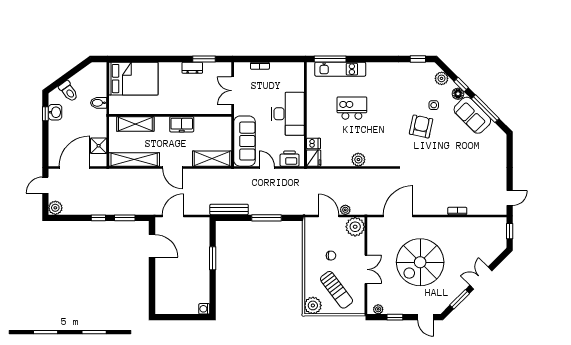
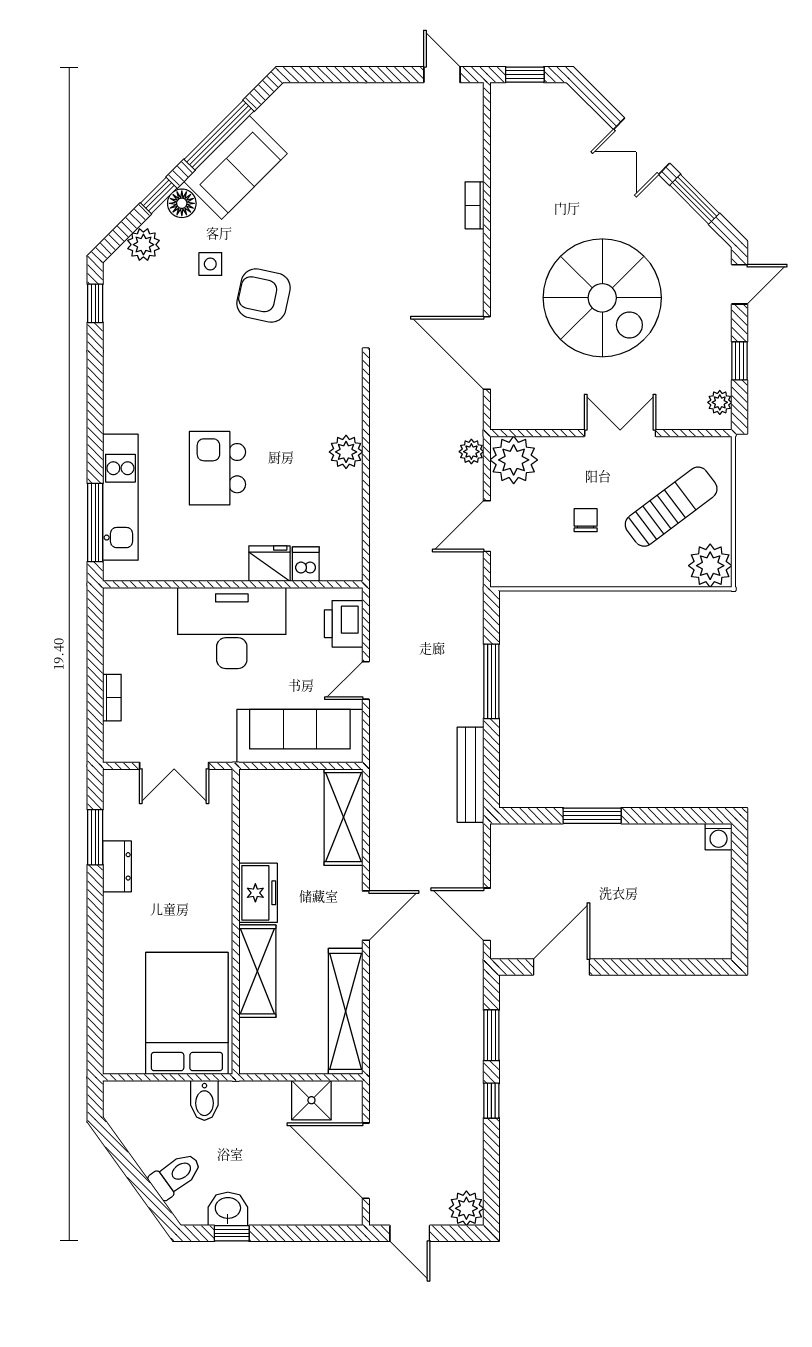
bed: (133, 79) -> (187, 1013), moved
shelving: (135, 124) -> (257, 971), moved
fridge: (314, 158) -> (269, 564), moved
plant: (345, 210) -> (471, 452), moved

